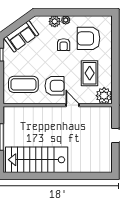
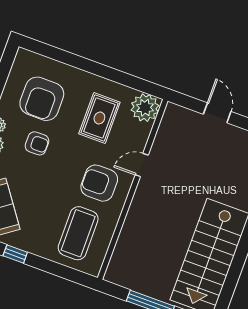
rug: (90, 73) -> (99, 118), turned 90
armchair: (55, 86) -> (99, 183), turned -90

